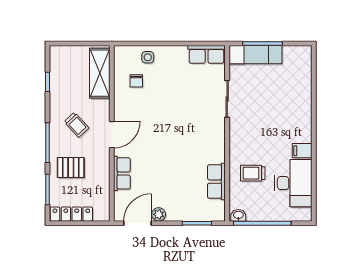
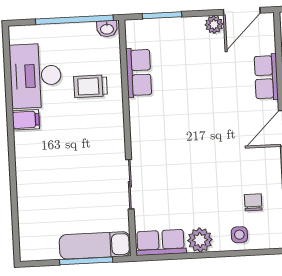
plant: (177, 55) -> (200, 240), added
trolley: (253, 173) -> (91, 86), turned 180

